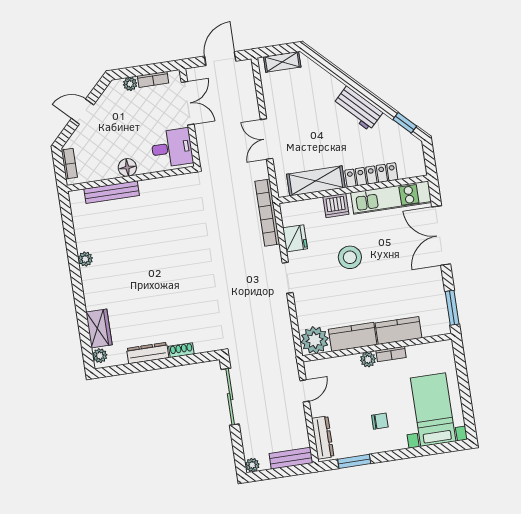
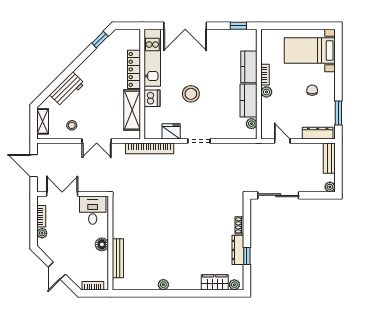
stool: (283, 102) -> (72, 125), added
workbench: (358, 108) -> (67, 89), moved
window: (452, 308) -> (238, 26), width x0.67
plant: (315, 340) -> (251, 124), width x0.53, depth x0.53
window: (141, 367) -> (247, 256), added

